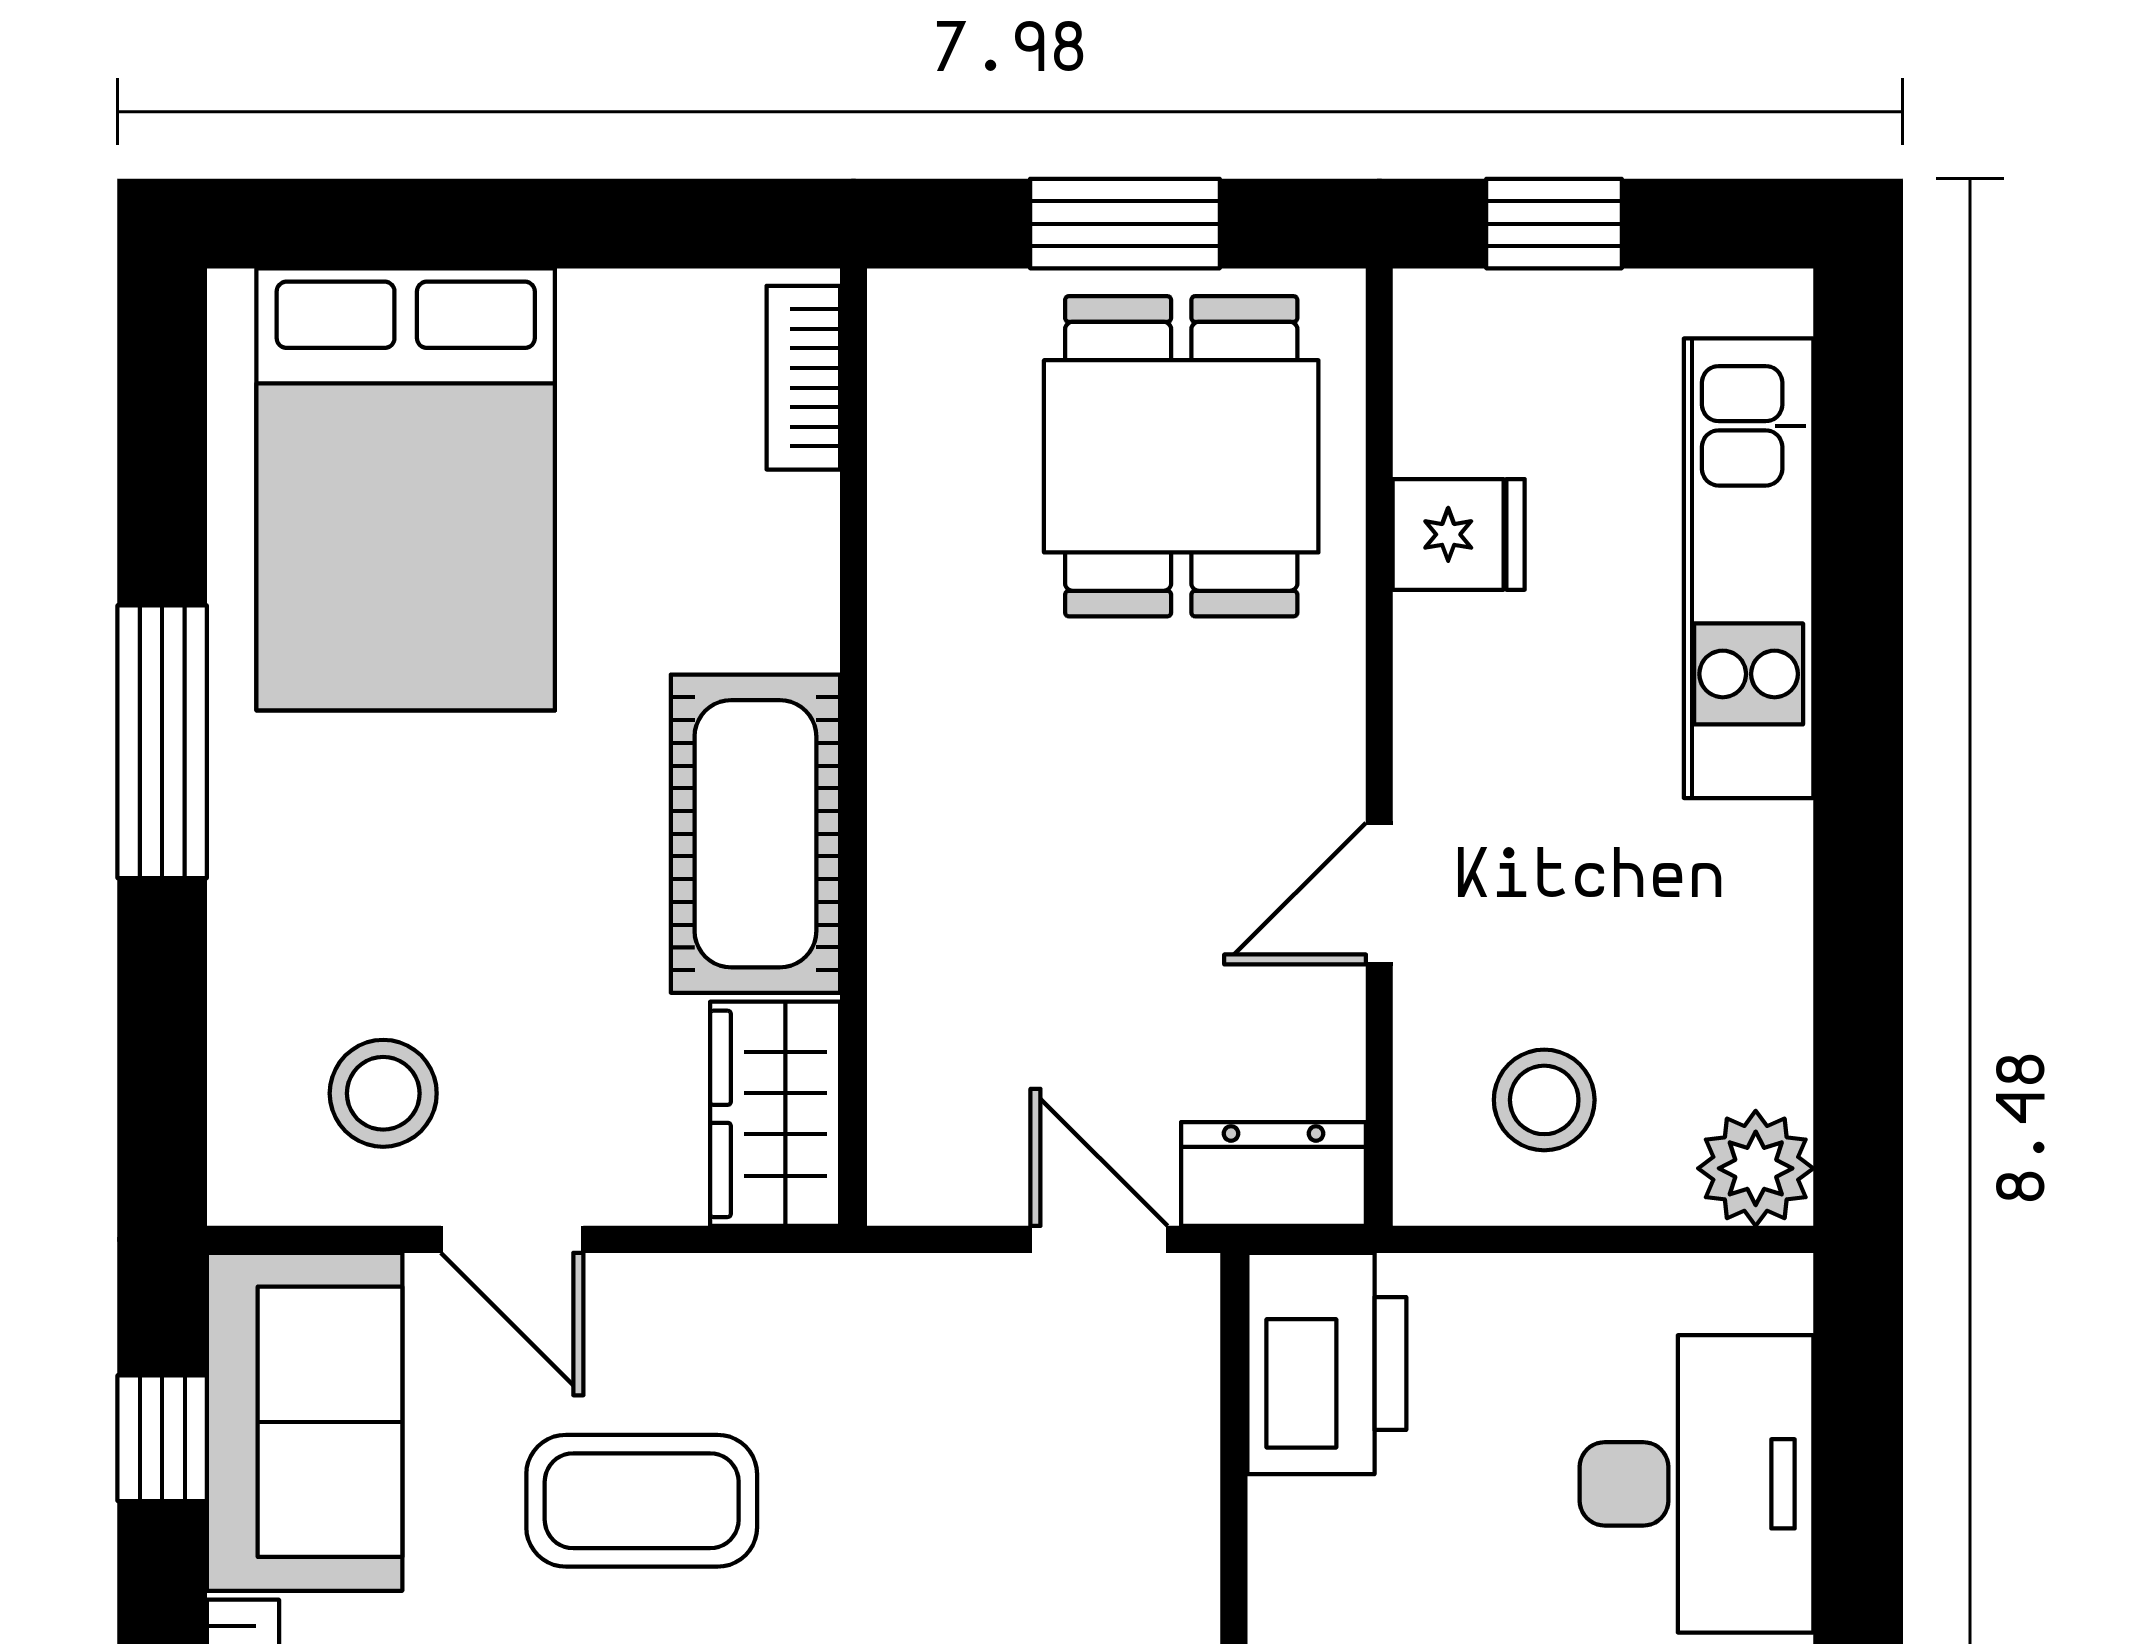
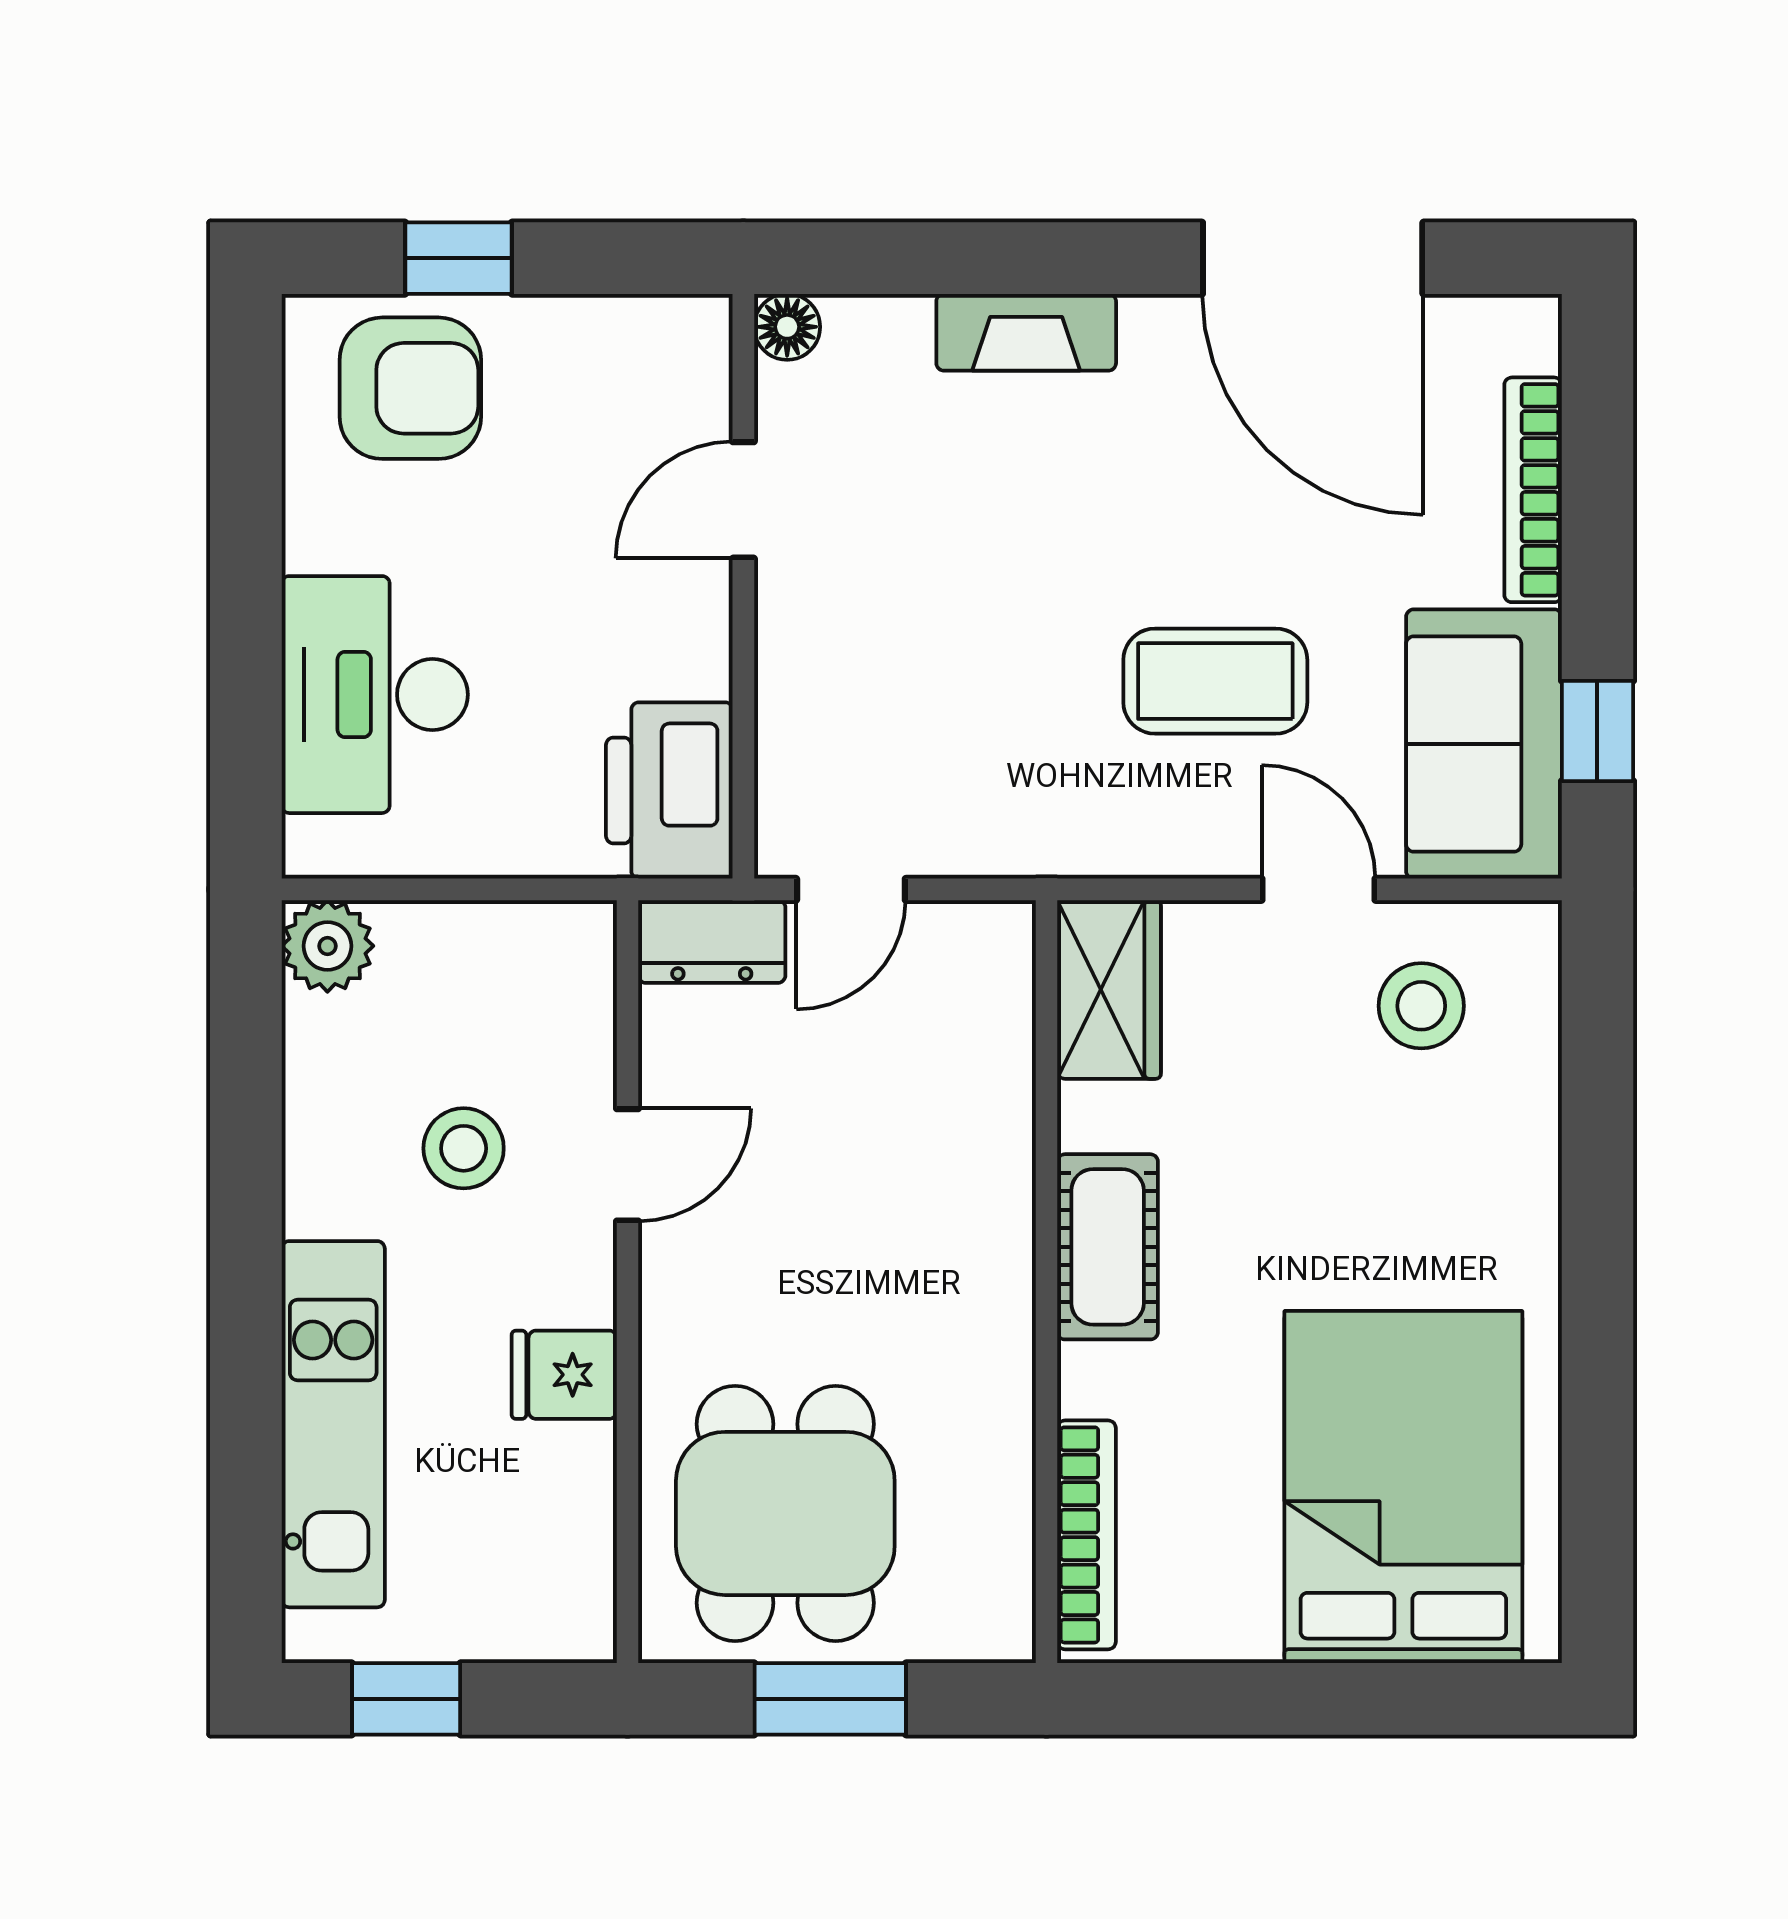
window: (1554, 224) -> (406, 1699), moved
bookcase: (803, 378) -> (1086, 1535), width x1.56
fridge: (1459, 534) -> (564, 1375), moved
window: (162, 742) -> (1597, 1286), removed
cot: (755, 834) -> (1108, 1247), width x0.73, depth x0.75
stool: (1544, 1100) -> (464, 1148), moved
door: (1099, 1239) -> (851, 889), hinge flipped

